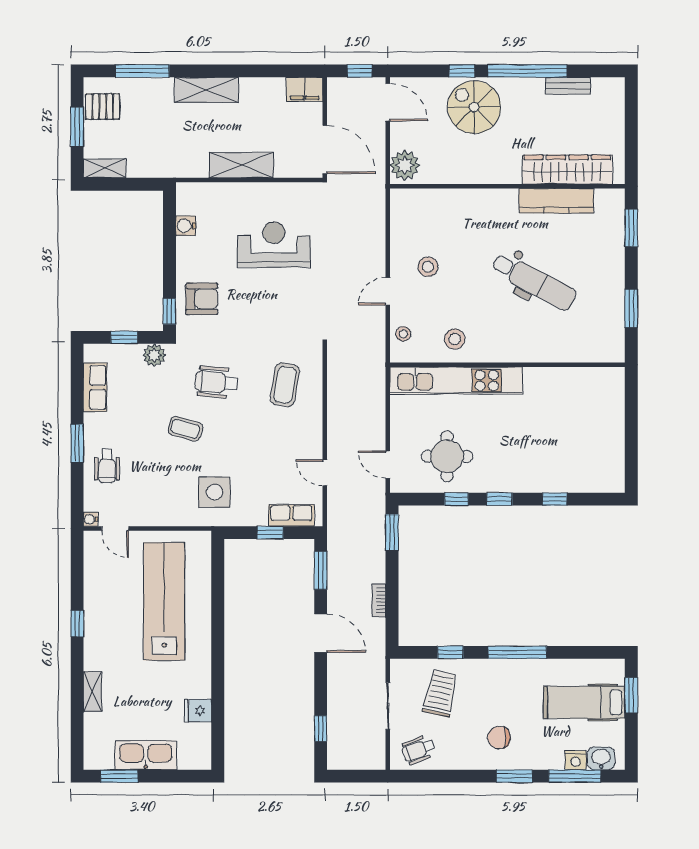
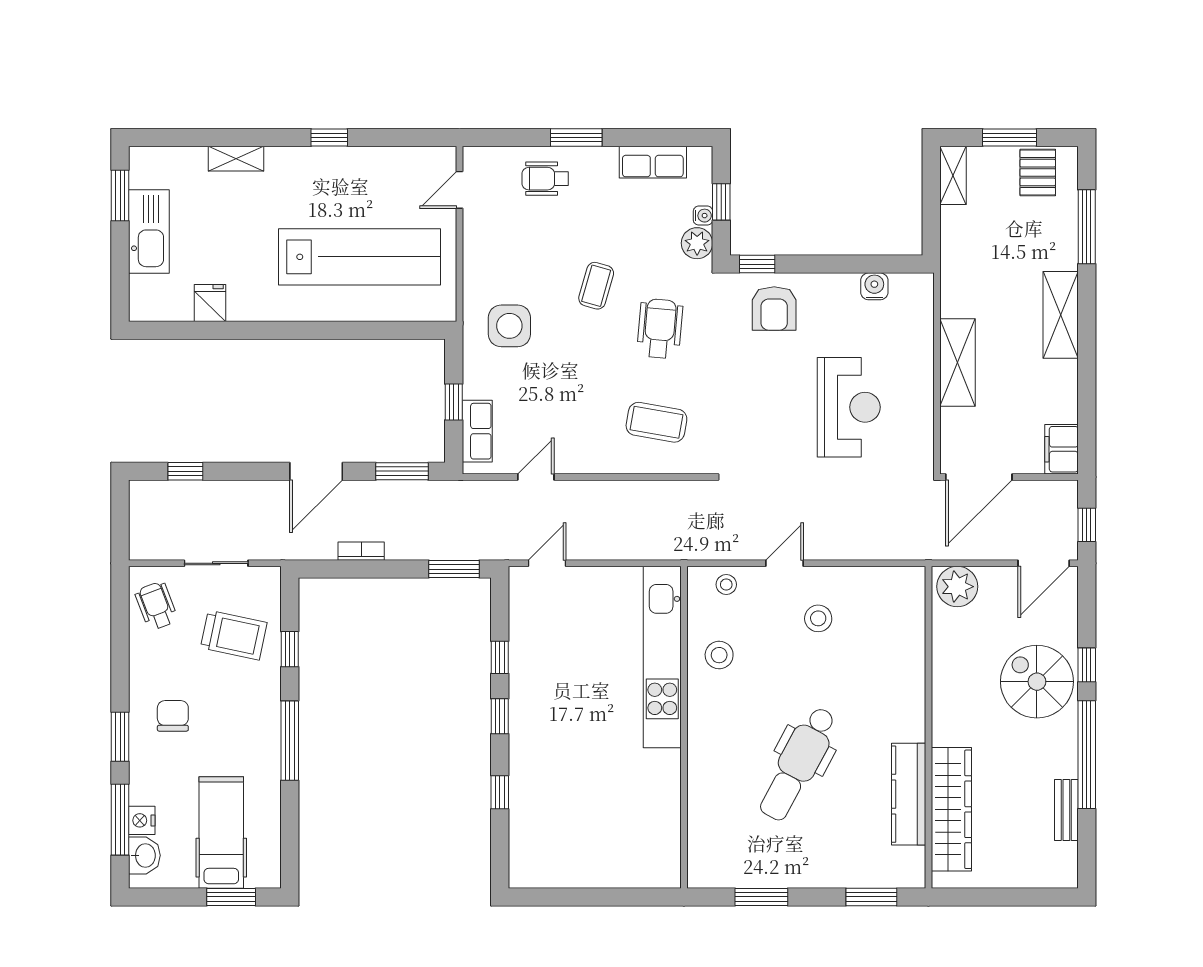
spiral stairs: (474, 107) -> (1037, 682), turned -90
door: (388, 291) -> (785, 563), hinge flipped
round table: (447, 456) -> (558, 644), removed
water cooler: (90, 519) -> (703, 216), moved, turned 90

